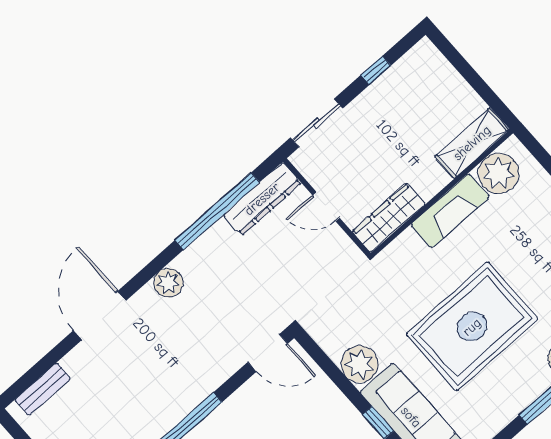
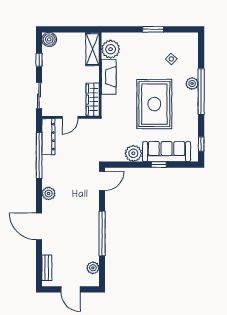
boiler: (424, 57) -> (49, 39), added

